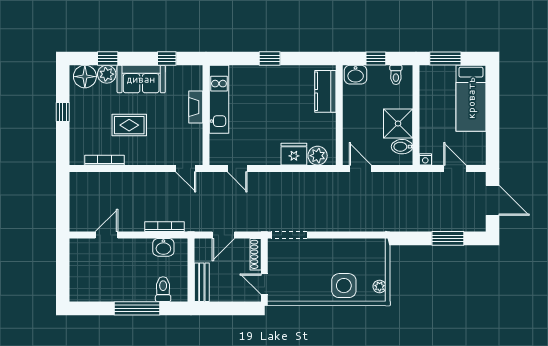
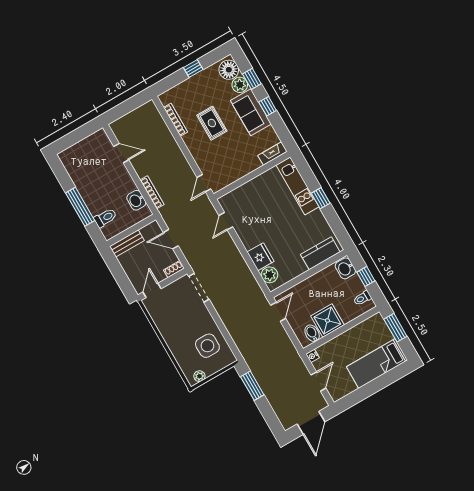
window: (167, 58) -> (268, 106), moved
kitchen unit: (219, 99) -> (298, 186), moved, turned 90
fireplace: (196, 107) -> (273, 153), moved
window: (448, 238) -> (252, 386), moved
shoe rack: (256, 254) -> (174, 269), width x0.70
side table: (344, 286) -> (207, 346), moved

